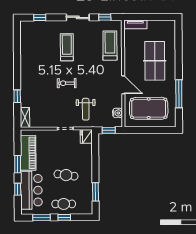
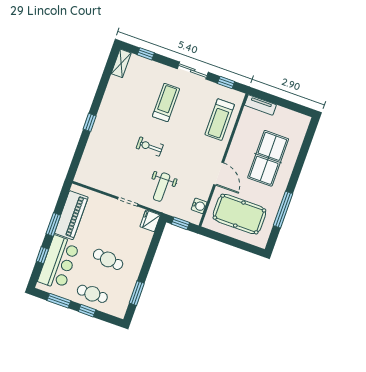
treadmill: (110, 46) -> (220, 120), turned 180
window: (17, 96) -> (90, 122), moved
shelving: (25, 118) -> (121, 63), moved

